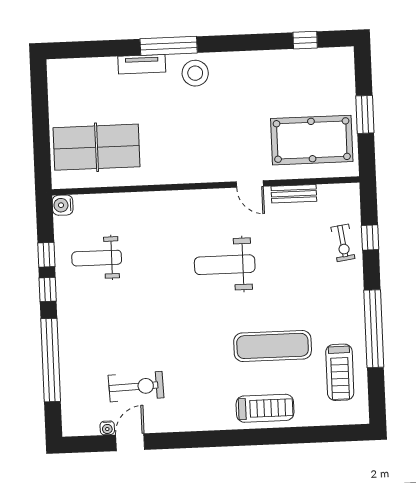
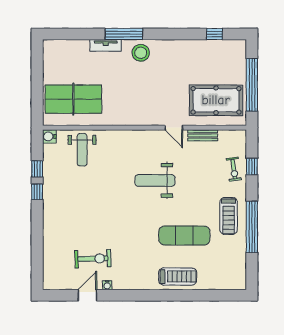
window: (365, 114) -> (252, 85), width x2.11
weight bench: (97, 258) -> (82, 150), moved, turned -90
window: (51, 360) -> (37, 239), removed
treadmill: (340, 372) -> (229, 216), moved
water cooler: (107, 428) -> (107, 285), moved

